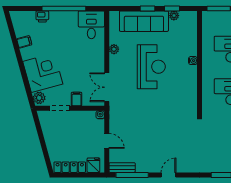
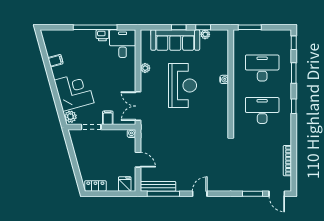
printer: (42, 16) -> (102, 35), moved
locker: (70, 167) -> (95, 186), width x0.66
bench: (122, 168) -> (158, 186), width x1.36

